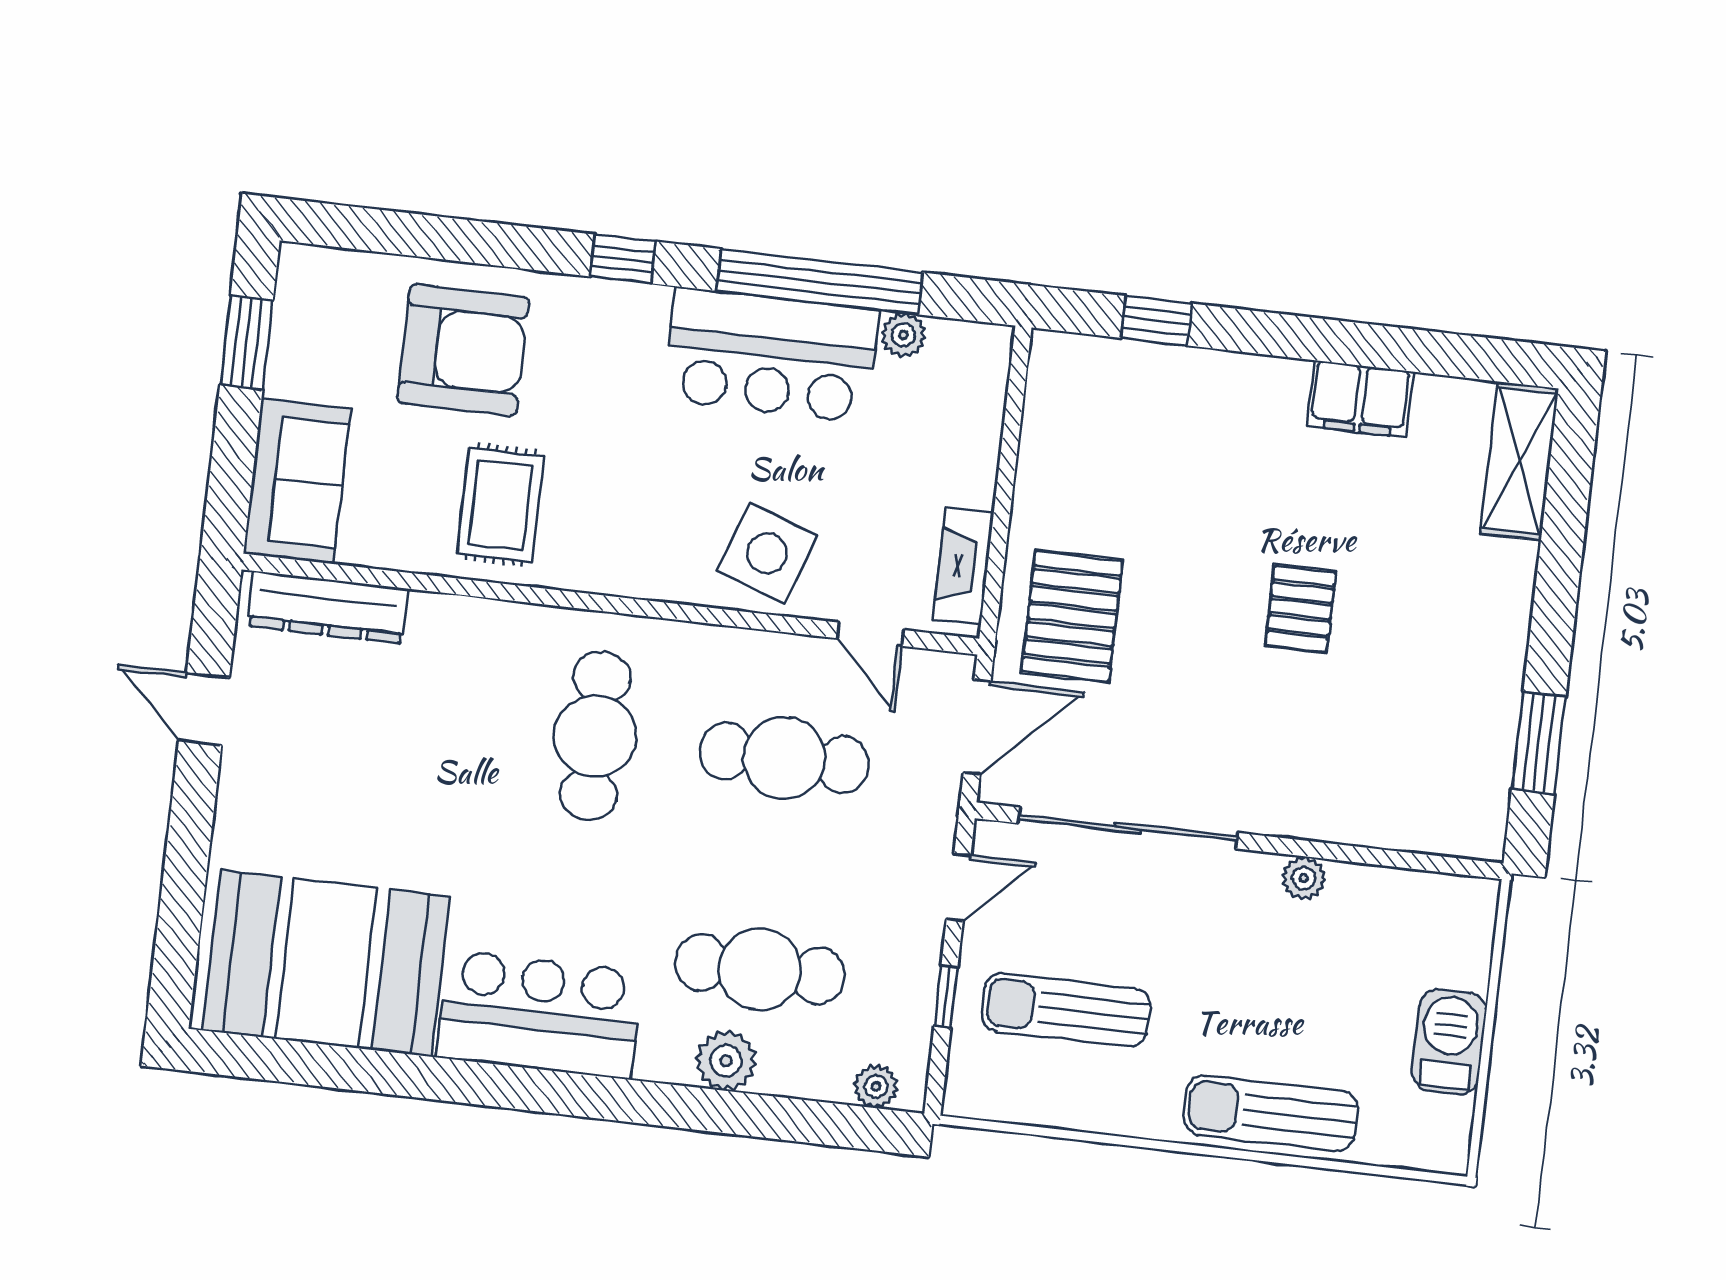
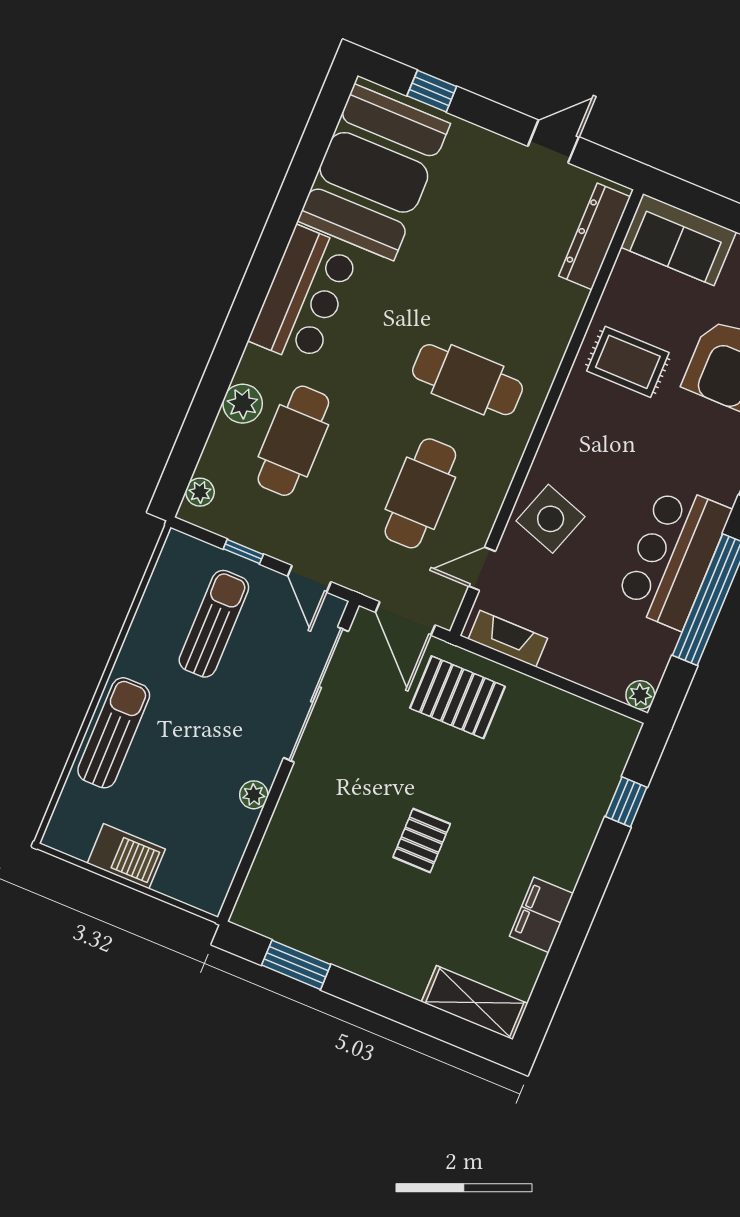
plant: (903, 335) -> (640, 695), moved
pallet: (1300, 609) -> (422, 840), turned 90
window: (181, 911) -> (432, 91), added

